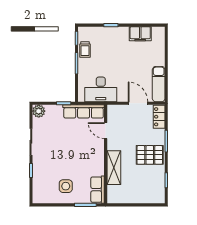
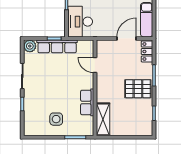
desk: (101, 89) -> (80, 22), moved, turned 90
door: (138, 103) -> (126, 38), hinge flipped
row of seats: (84, 111) -> (57, 46), moved
shelving: (114, 168) -> (103, 119), moved
row of seats: (98, 190) -> (87, 102), moved

